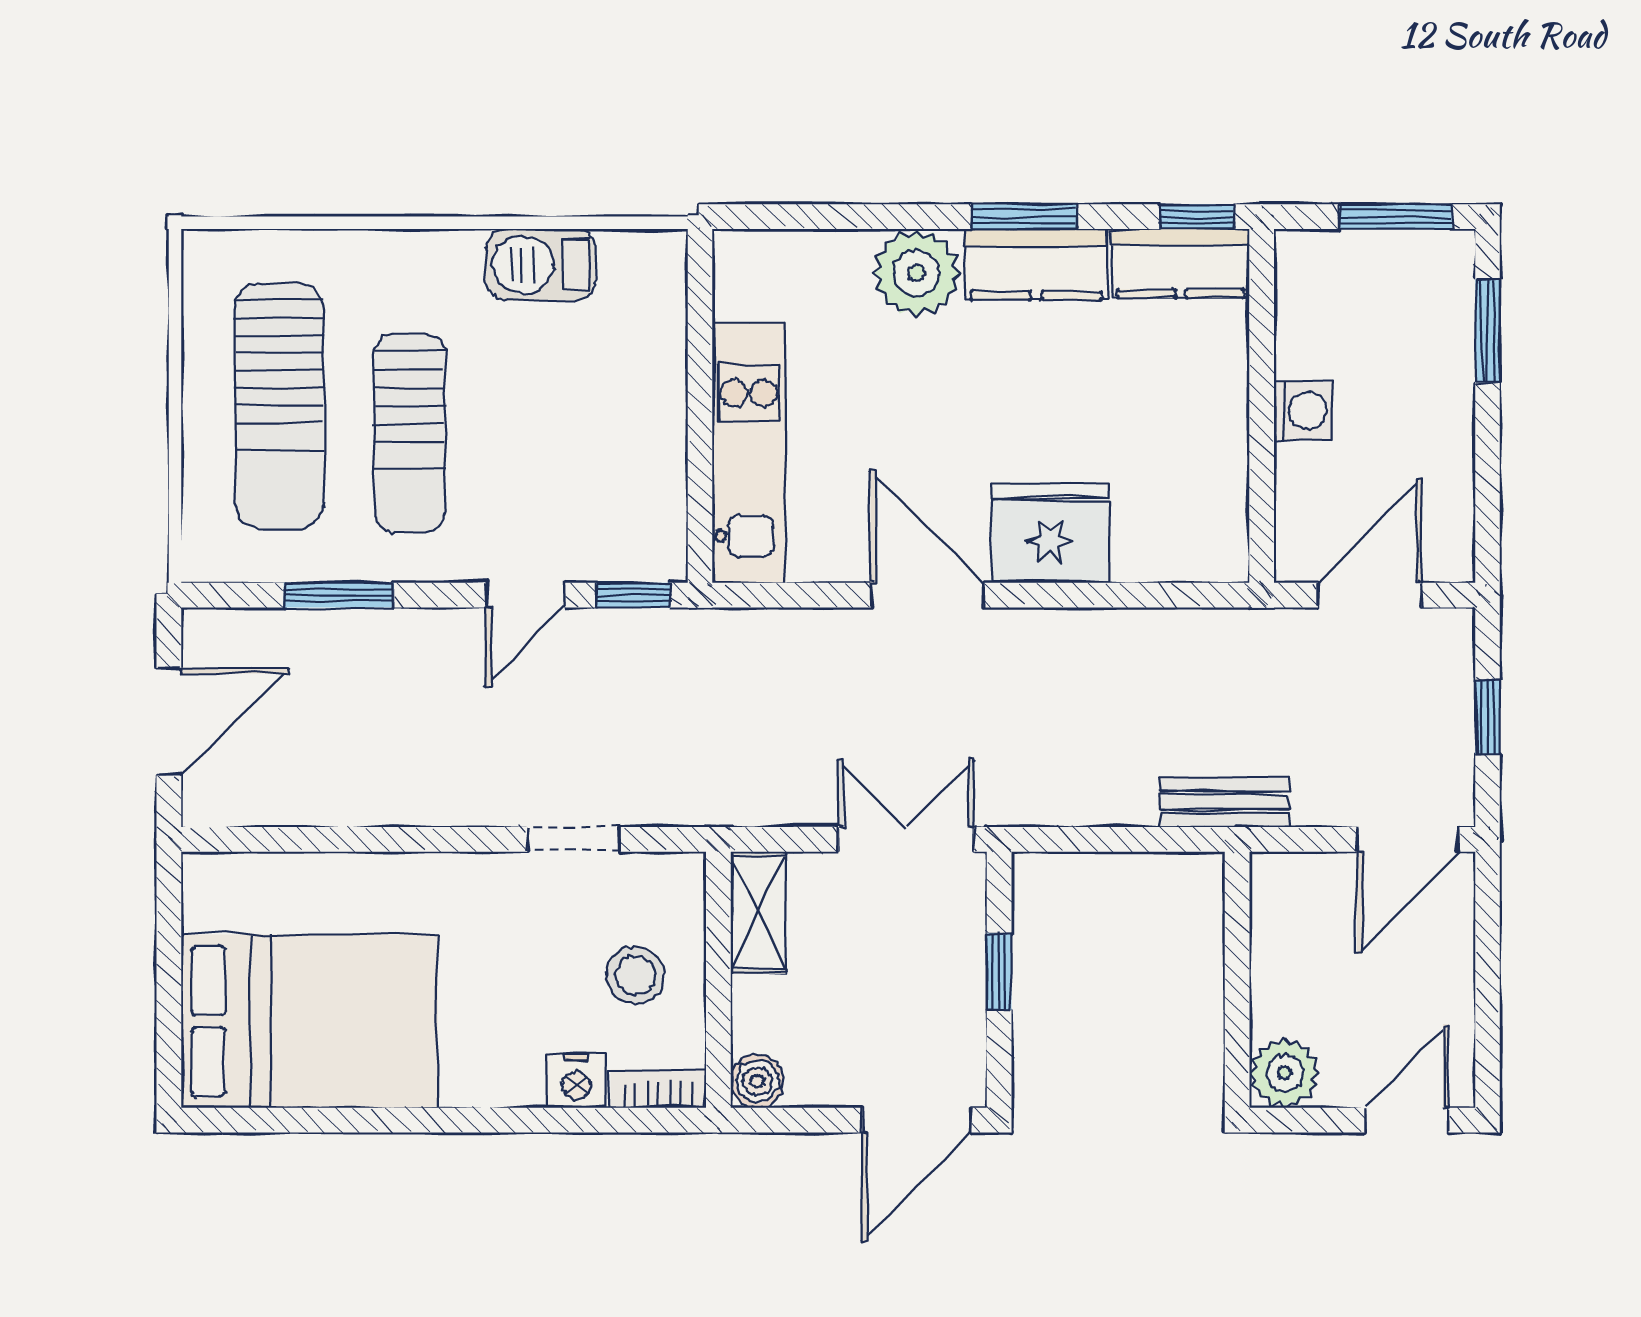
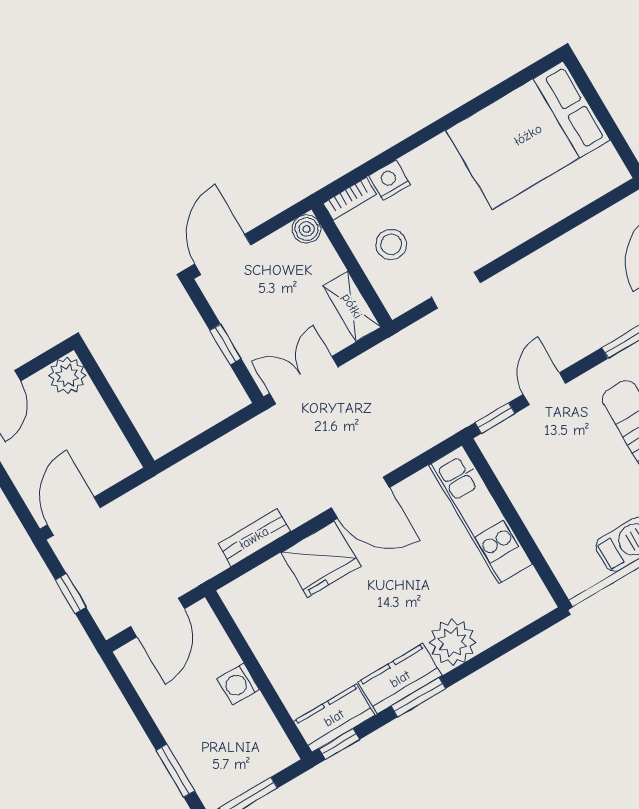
bench: (1225, 802) -> (254, 538), moved
double door: (906, 839) -> (304, 380), swing flipped

